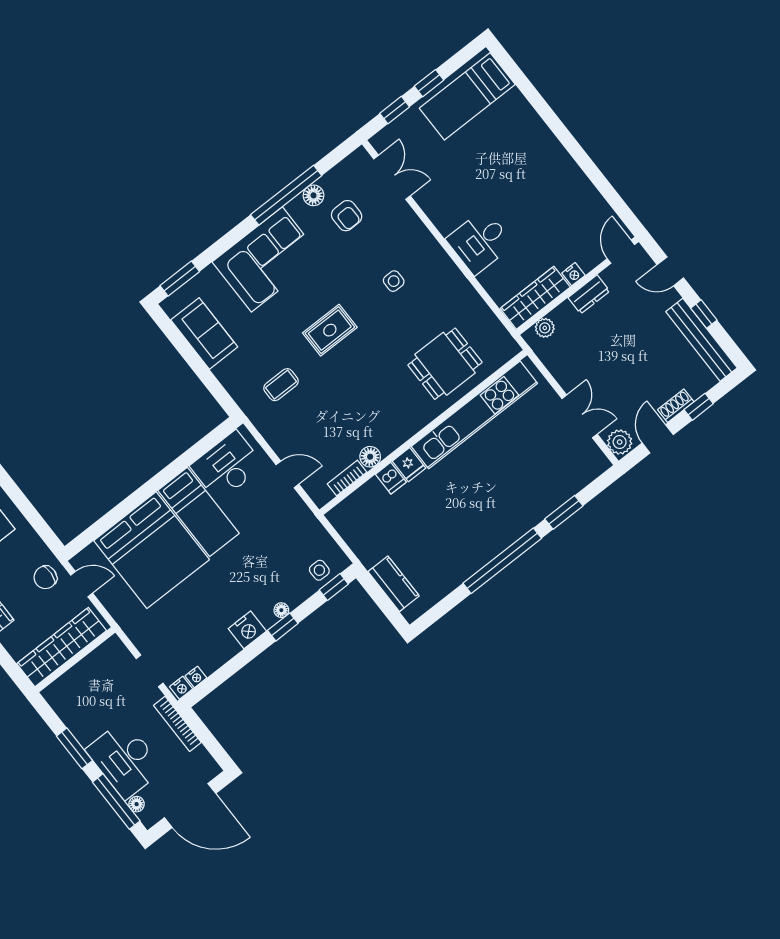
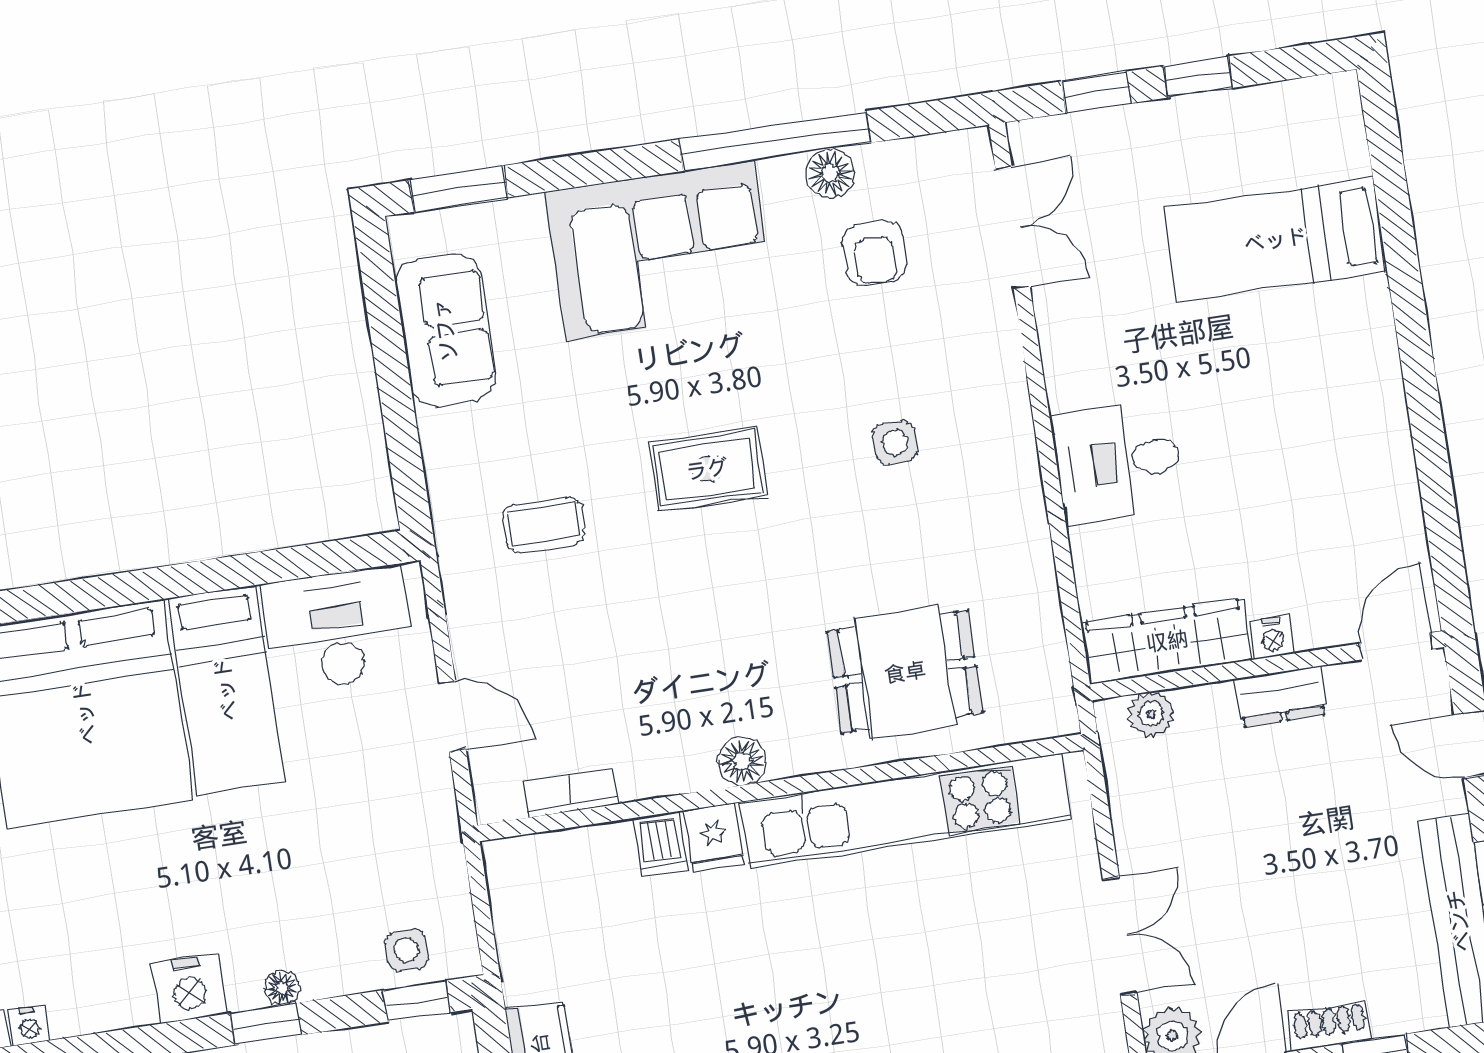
bed: (467, 96) -> (1275, 240), moved
floor lamp: (370, 457) -> (742, 761), moved

